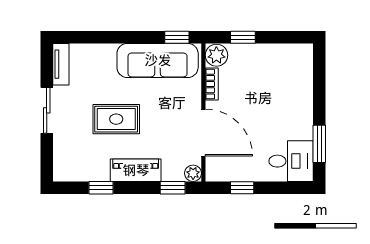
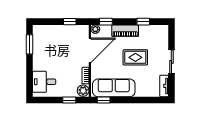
door: (203, 133) -> (90, 50), swing flipped
desk: (291, 161) -> (44, 82), moved

